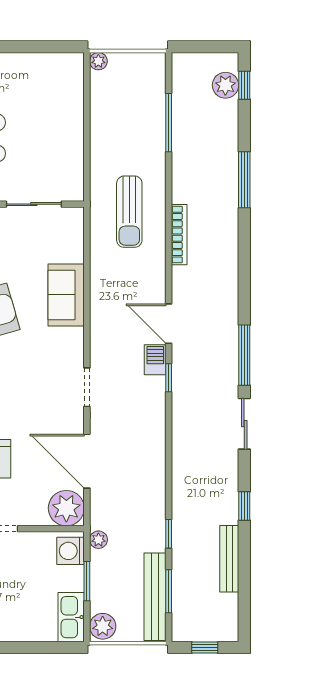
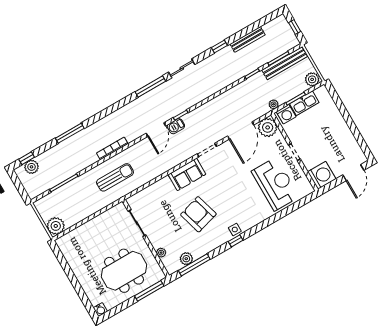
plant: (98, 61) -> (56, 226), width x1.88, depth x1.88
sofa: (66, 295) -> (187, 174), moved
kitchen sink: (71, 617) -> (304, 103), moved

